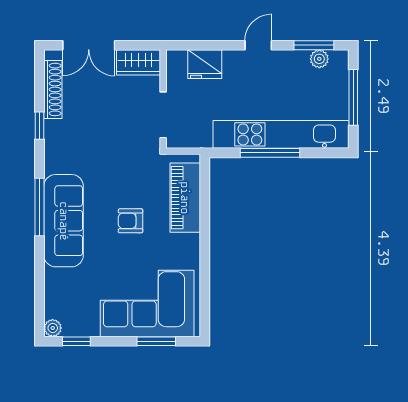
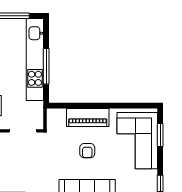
piano: (185, 198) -> (88, 117), moved

